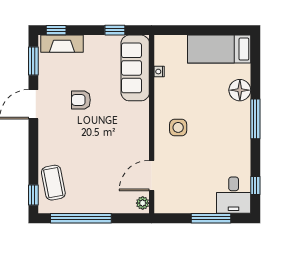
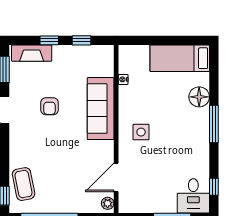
window: (56, 30) -> (49, 40), moved
sofa: (135, 68) -> (101, 109), moved
armchair: (81, 100) -> (50, 106), turned -90

